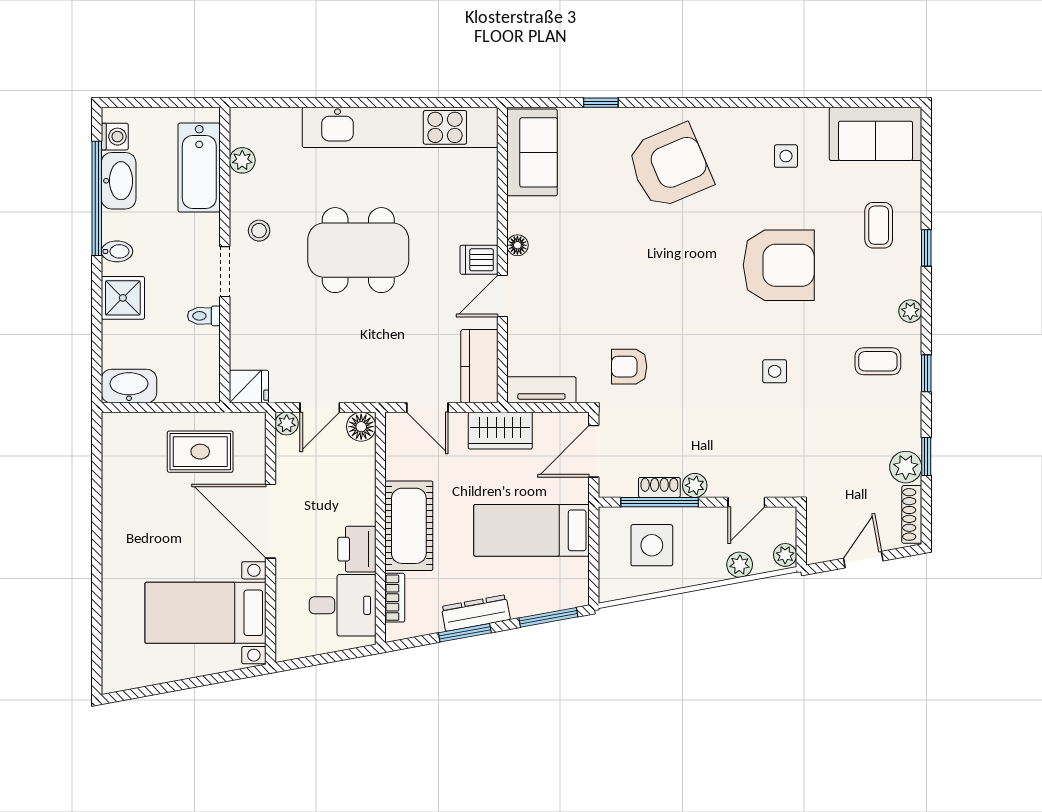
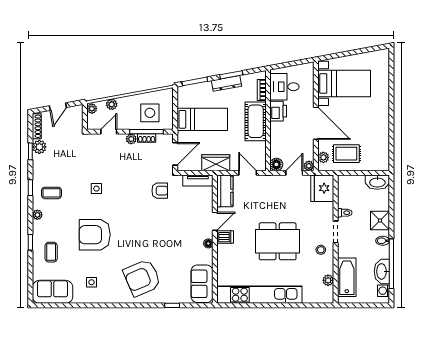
fridge: (249, 387) -> (322, 188), width x1.88, depth x1.34
plant: (253, 443) -> (323, 157), added

